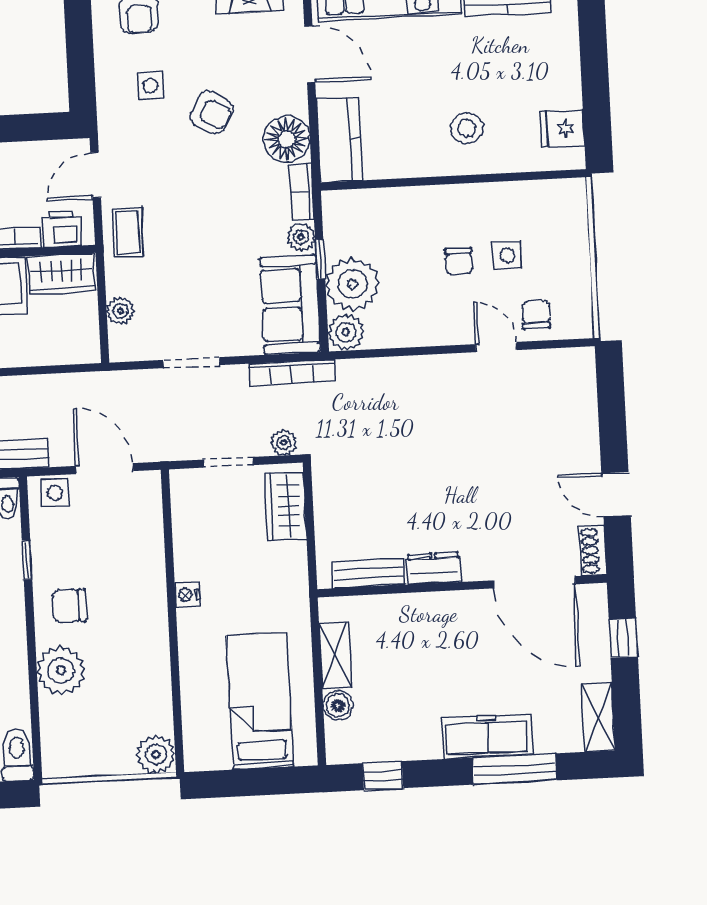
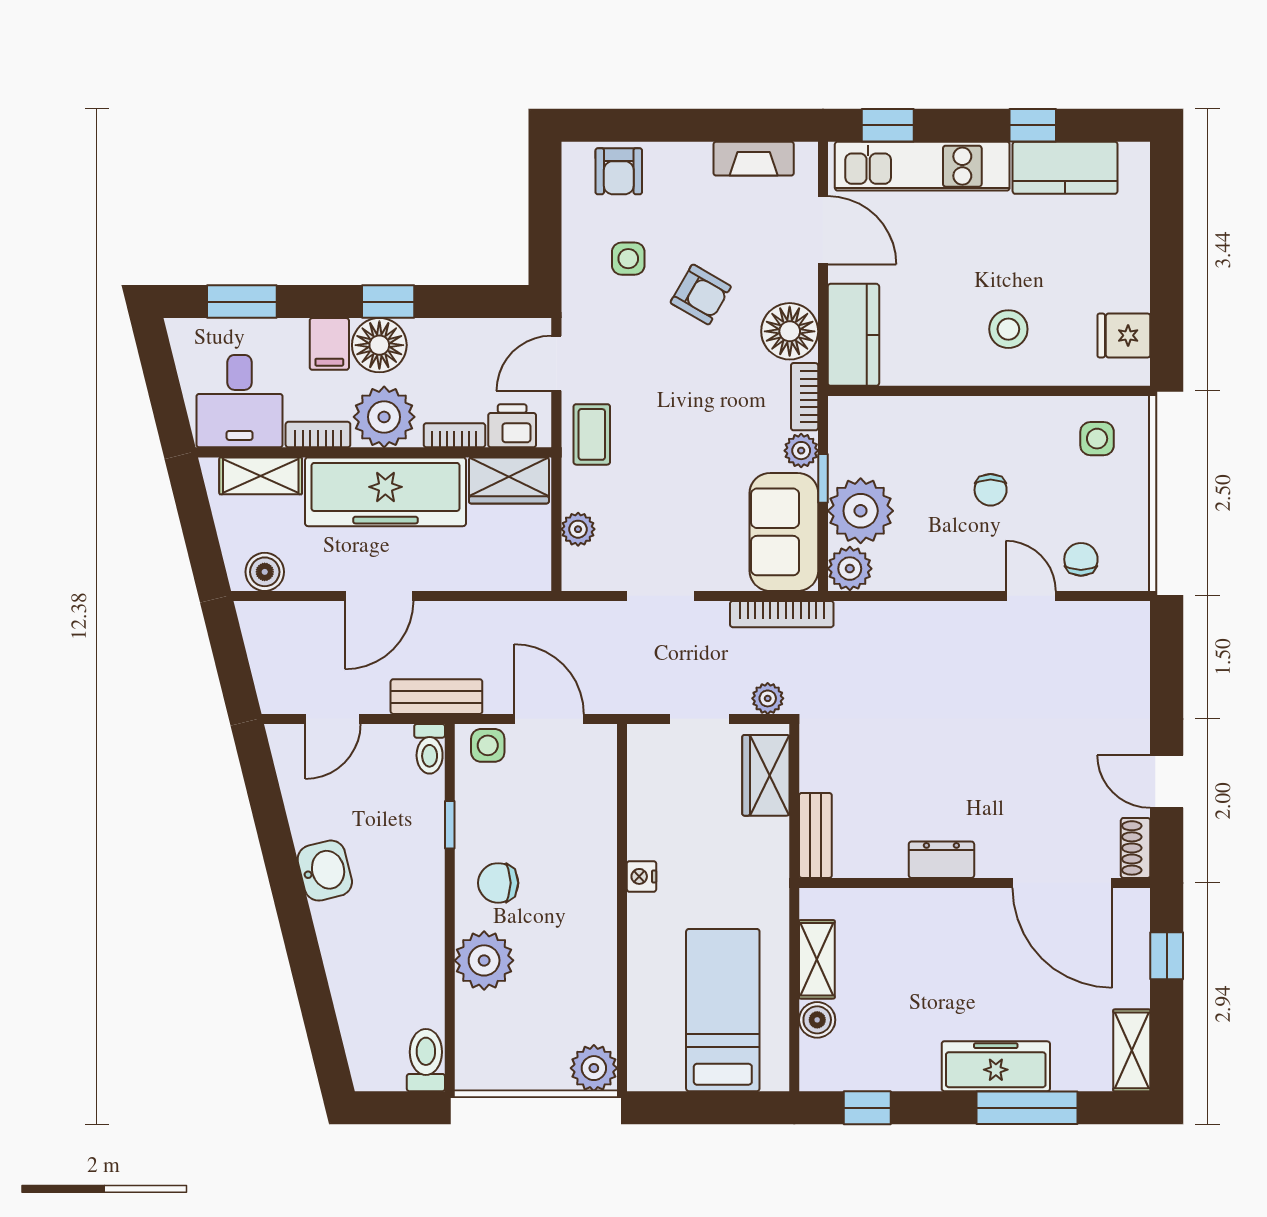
side table: (507, 256) -> (1097, 439), moved
bench: (369, 573) -> (815, 835), moved, turned 90

